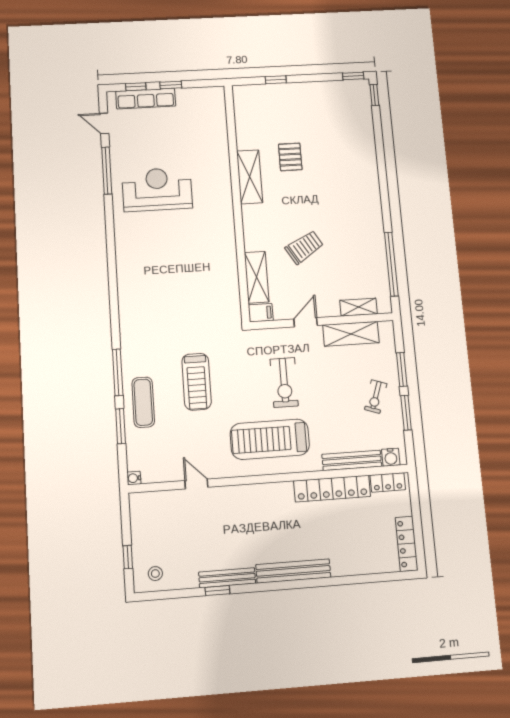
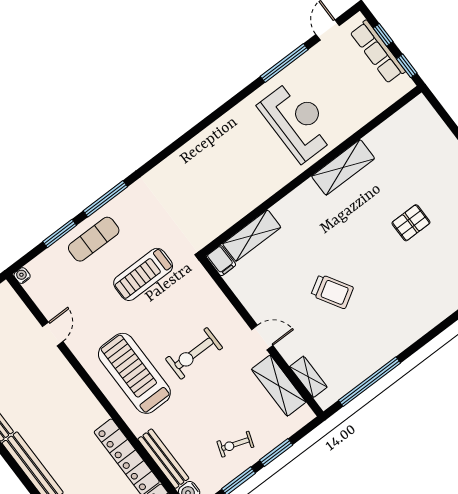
shelving: (250, 177) -> (343, 167), moved
wall: (237, 202) -> (311, 171), moved
shelving: (257, 277) -> (252, 236), moved
filing cabinet: (261, 313) -> (221, 261), moved

